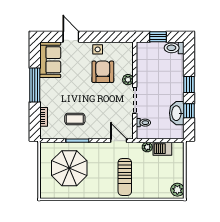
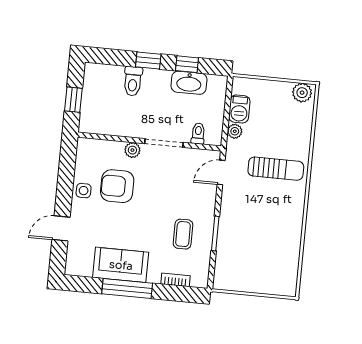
toilet: (174, 48) -> (133, 81), moved
sofa: (50, 60) -> (121, 265), moved
parasol: (69, 168) -> (255, 249), removed

